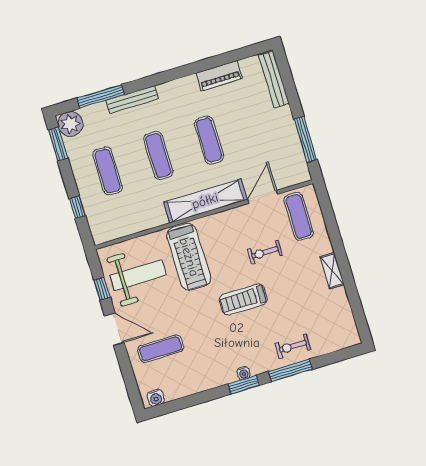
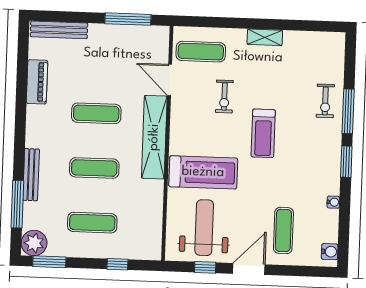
water cooler: (244, 373) -> (333, 202), moved

